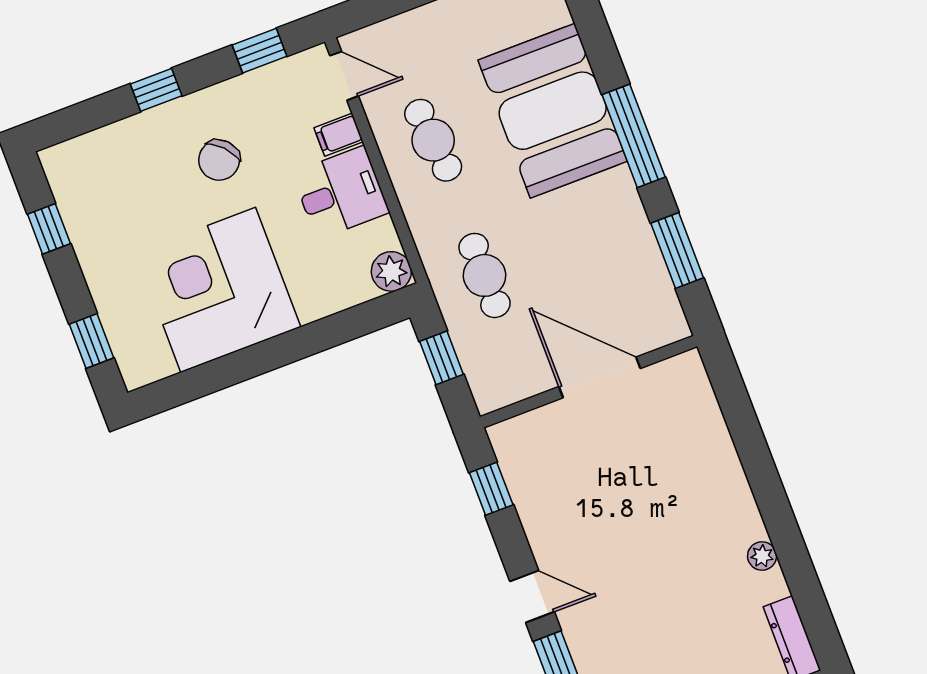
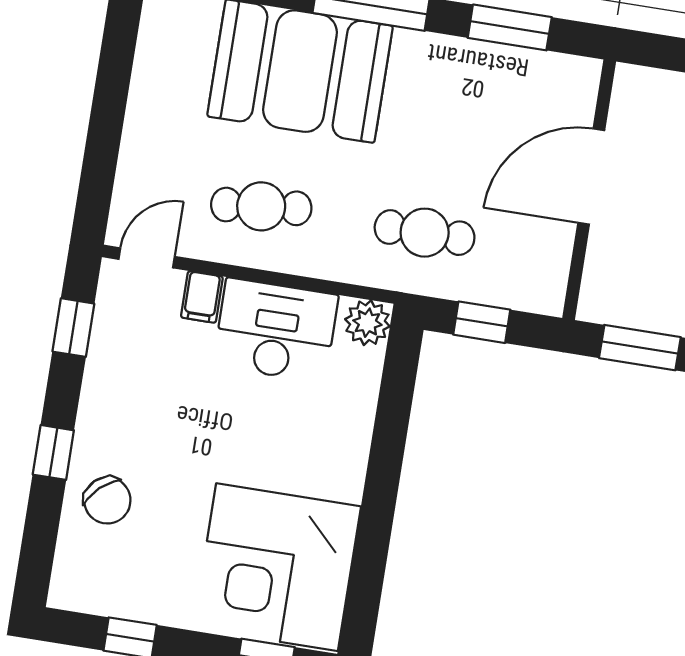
chair: (219, 160) -> (107, 500), moved
desk: (341, 193) -> (276, 330), width x1.37
corner desk: (218, 290) -> (277, 567), moved
window: (491, 489) -> (640, 348), width x1.50

